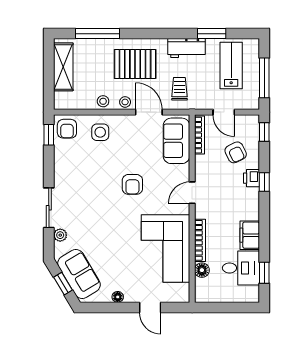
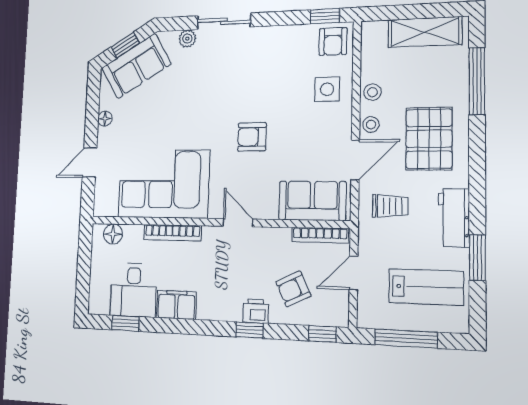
armchair: (67, 129) -> (333, 42), turned -90
floor lamp: (202, 270) -> (113, 234), moved

